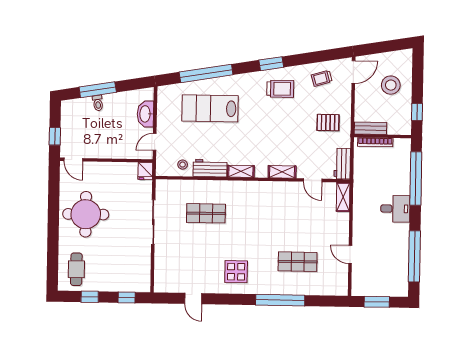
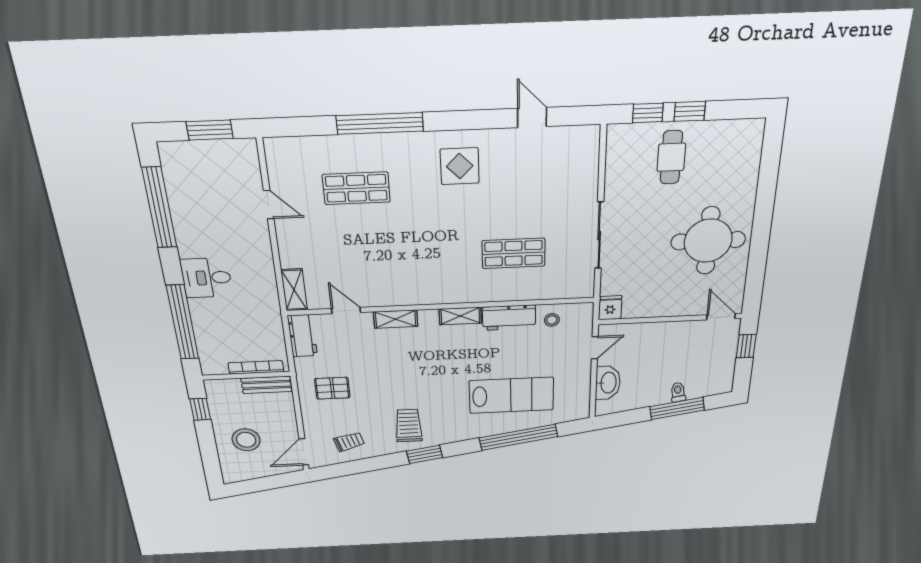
trolley: (280, 89) -> (409, 426), turned 90
cafe table: (76, 269) -> (671, 157), moved
window: (90, 297) -> (690, 111), moved

